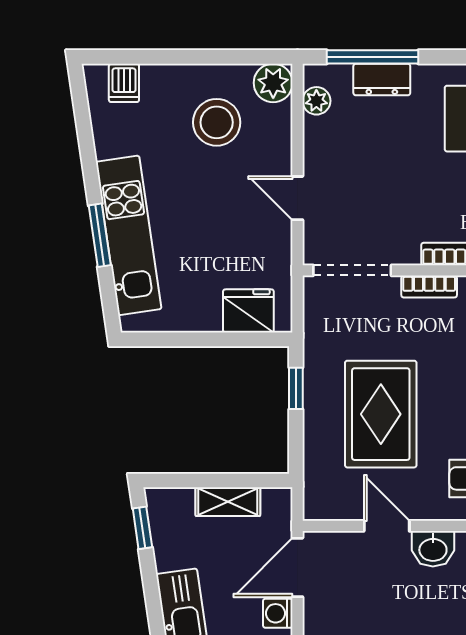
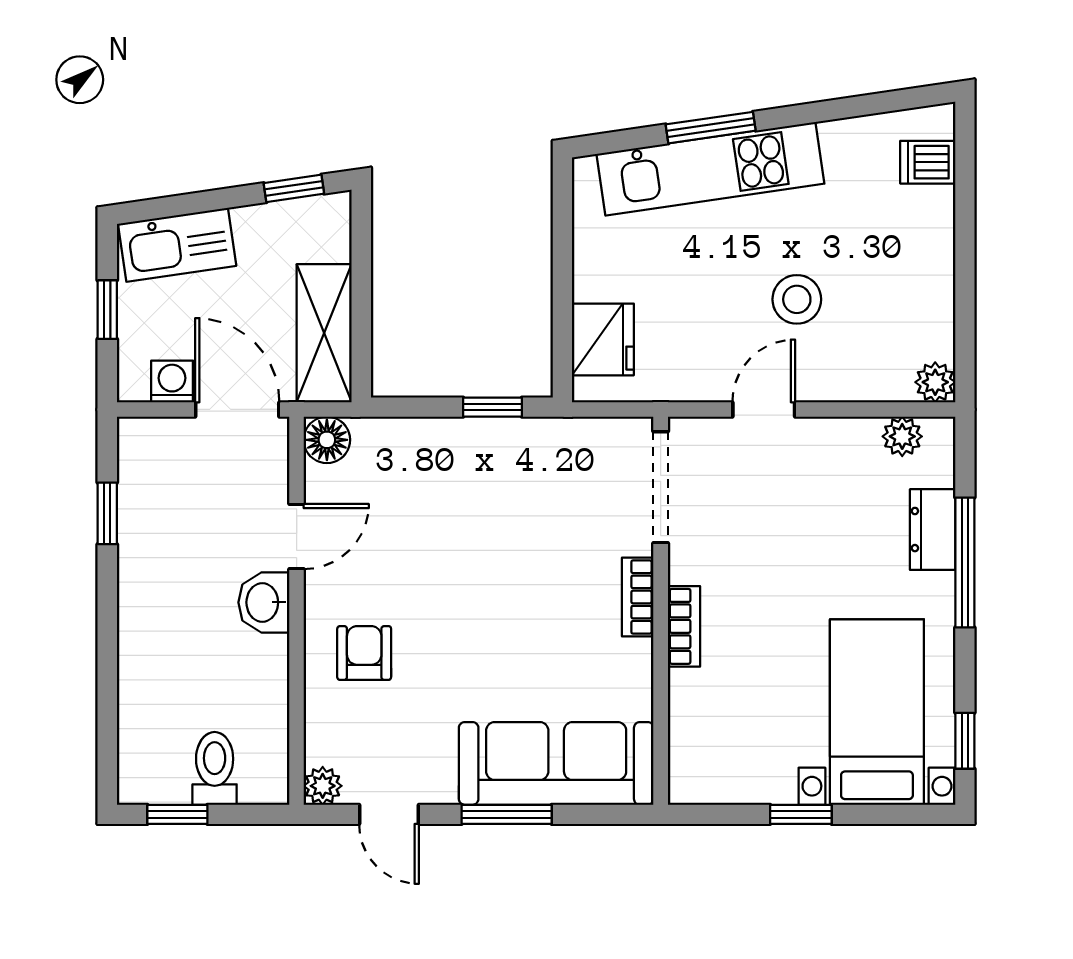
window: (372, 57) -> (965, 562), moved
plant: (273, 83) -> (935, 382), width x0.73, depth x0.73
stool: (217, 122) -> (797, 299), moved, width x0.73, depth x0.73
rug: (381, 414) -> (456, 528), removed
shelving: (228, 502) -> (324, 333), width x1.50, depth x1.33
floor lamp: (319, 505) -> (327, 440), added

